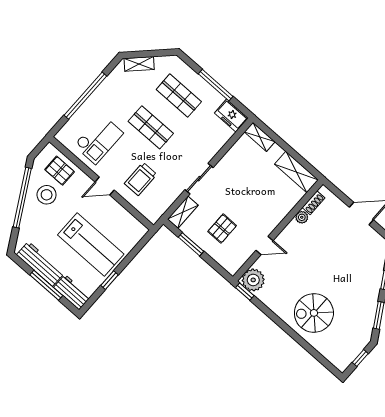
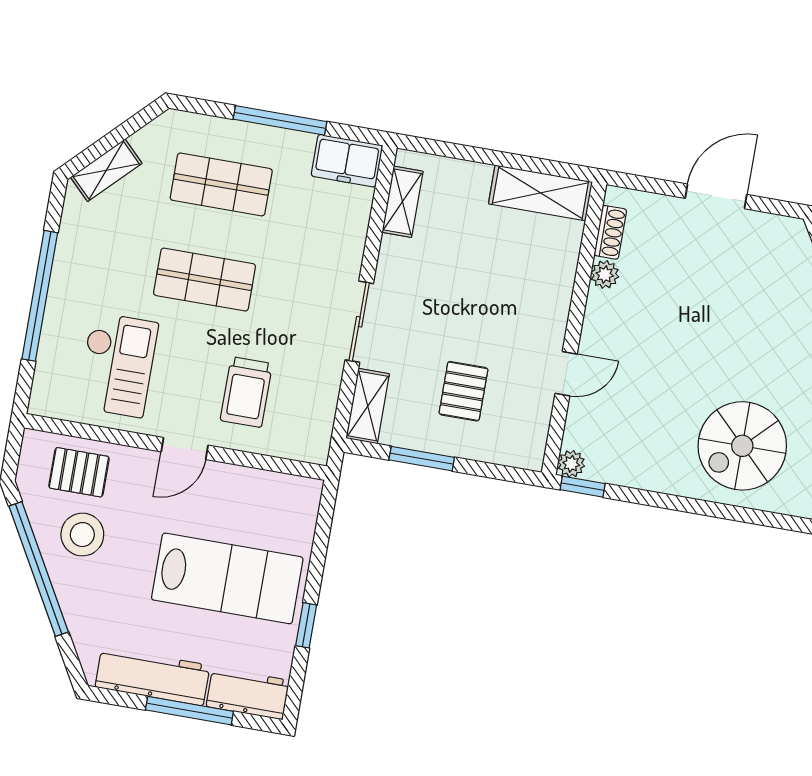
shelving: (260, 137) -> (402, 202), moved, turned 90
plant: (253, 280) -> (571, 464), width x0.53, depth x0.53

